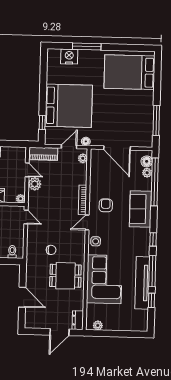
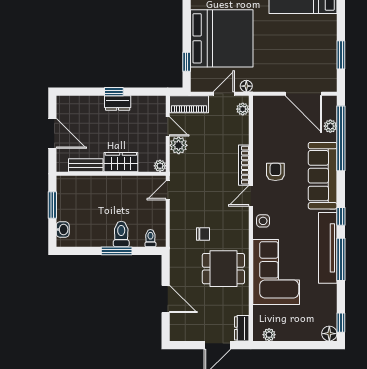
window: (156, 120) -> (341, 55), width x0.69
door: (117, 148) -> (303, 94), moved
floor lamp: (147, 161) -> (329, 334), moved
sofa: (140, 209) -> (323, 176), width x1.36
door: (26, 217) -> (168, 190), swing flipped
tv unit: (142, 283) -> (328, 248), moved
window: (152, 300) -> (341, 323), moved

